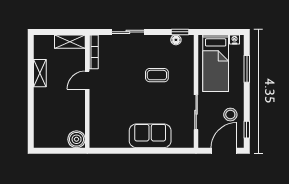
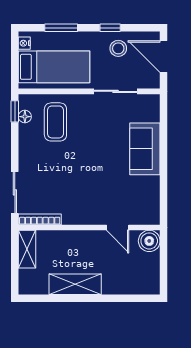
sliding door: (128, 32) -> (15, 192), moved
shelving: (40, 73) -> (75, 284), width x1.50, depth x1.33
coffee table: (157, 75) -> (55, 122), moved, width x1.36, depth x1.30
door: (87, 80) -> (118, 228), moved
window: (247, 130) -> (110, 28), moved

